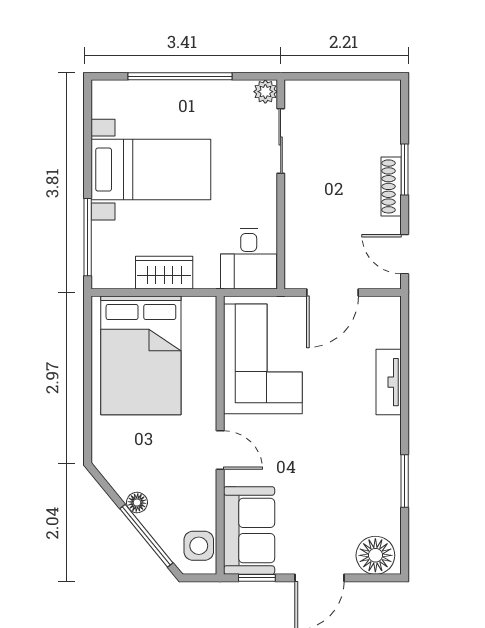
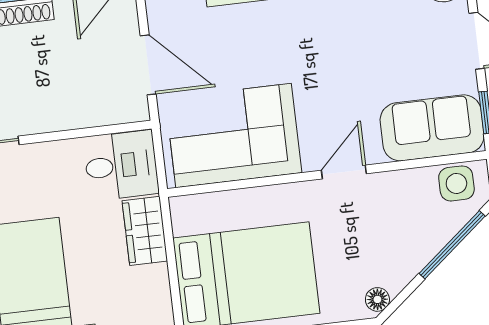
wardrobe: (164, 273) -> (145, 231), moved
floor lamp: (137, 502) -> (377, 299), moved

